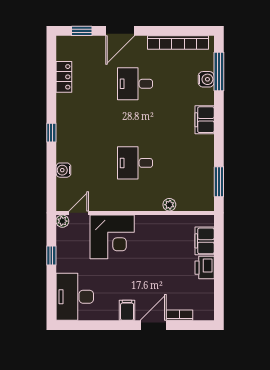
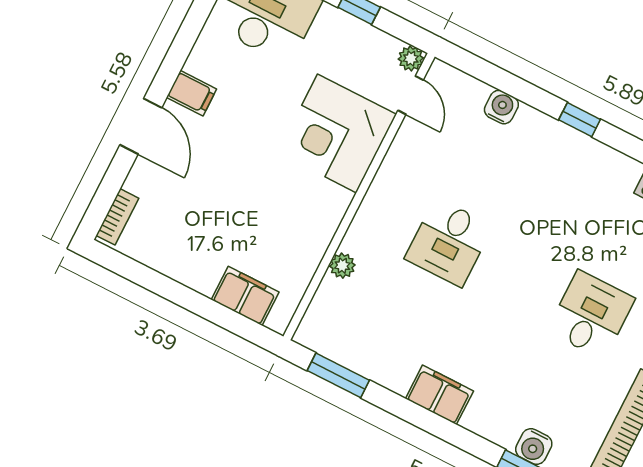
filing cabinet: (205, 120) -> (439, 395), moved
desk: (135, 163) -> (449, 242), turned 180
printer: (205, 268) -> (197, 271), removed
bookcase: (179, 315) -> (117, 217), moved

